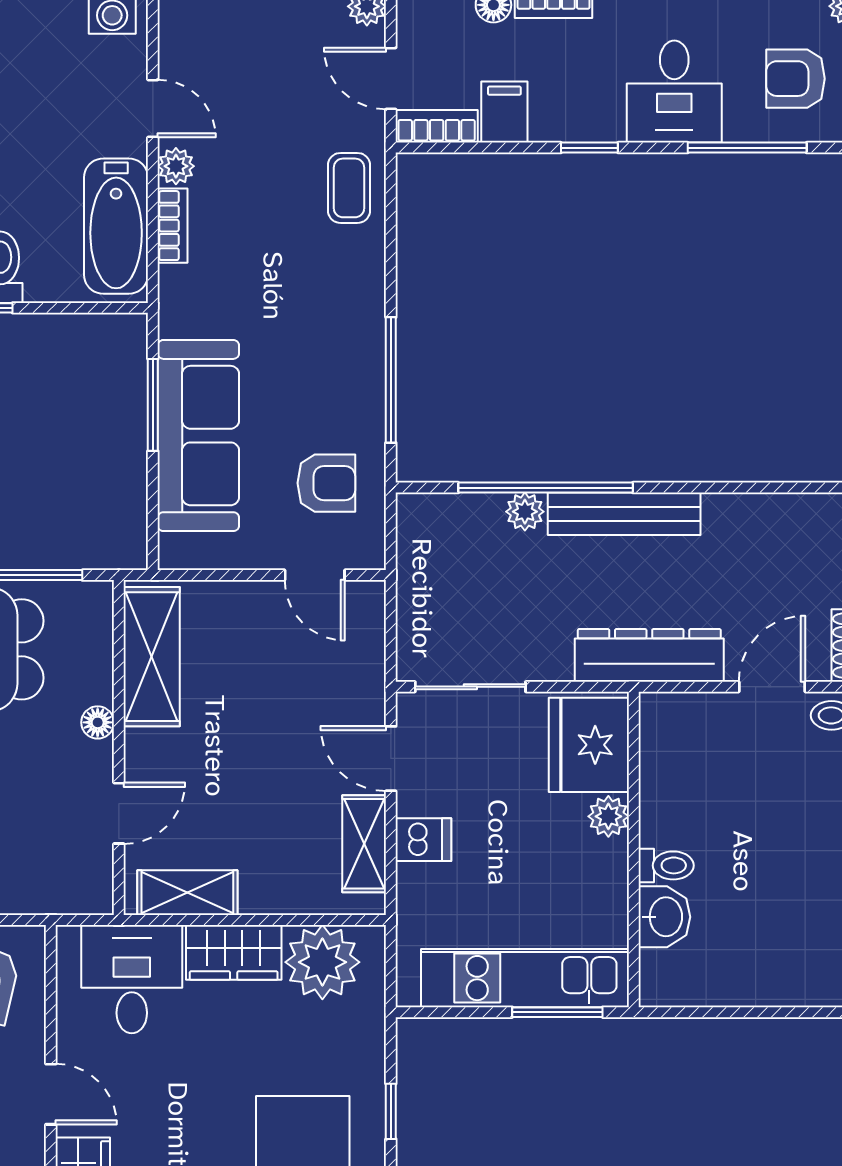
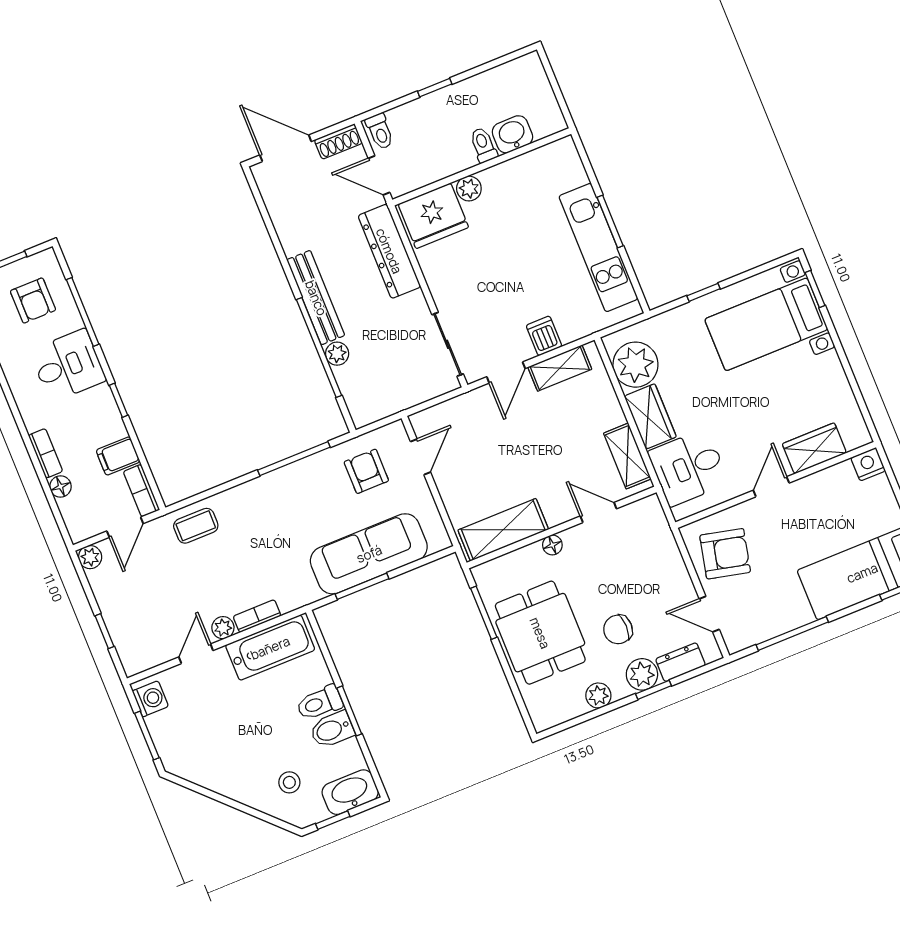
fridge: (589, 745) -> (433, 216), moved
plant: (608, 816) -> (469, 189), moved
wall: (634, 849) -> (482, 167), moved
toilet: (666, 865) -> (483, 145), moved
washbasin: (664, 917) -> (512, 134), moved

